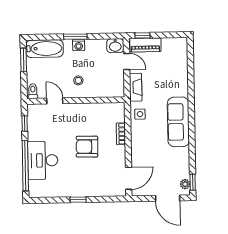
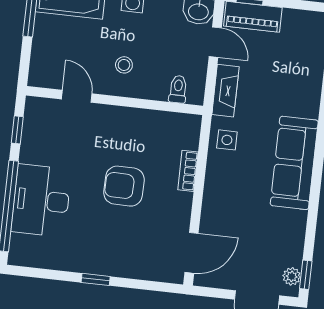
toilet: (33, 91) -> (178, 89), moved

